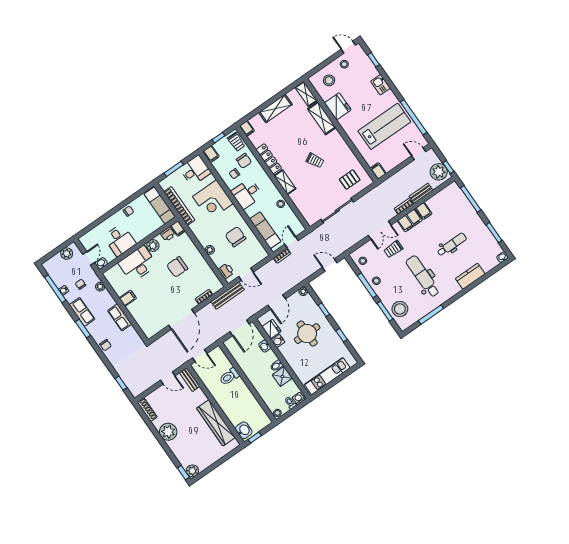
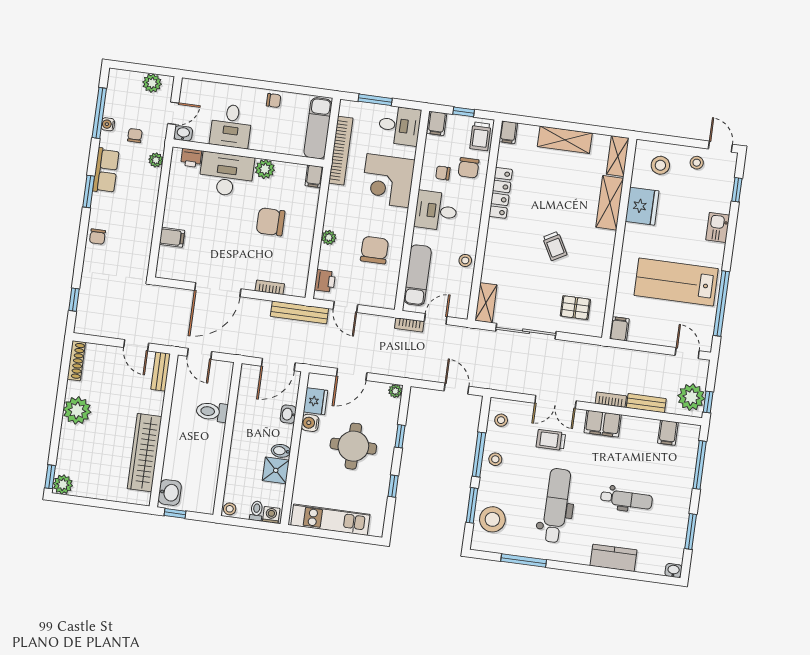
lab bench: (384, 126) -> (676, 282), turned 180
shelving: (285, 182) -> (486, 303), moved
filing cabinet: (424, 211) -> (668, 433), moved
printer: (168, 234) -> (191, 158), moved
filing cabinet: (128, 298) -> (172, 237), moved
row of seats: (120, 317) -> (145, 219), removed

